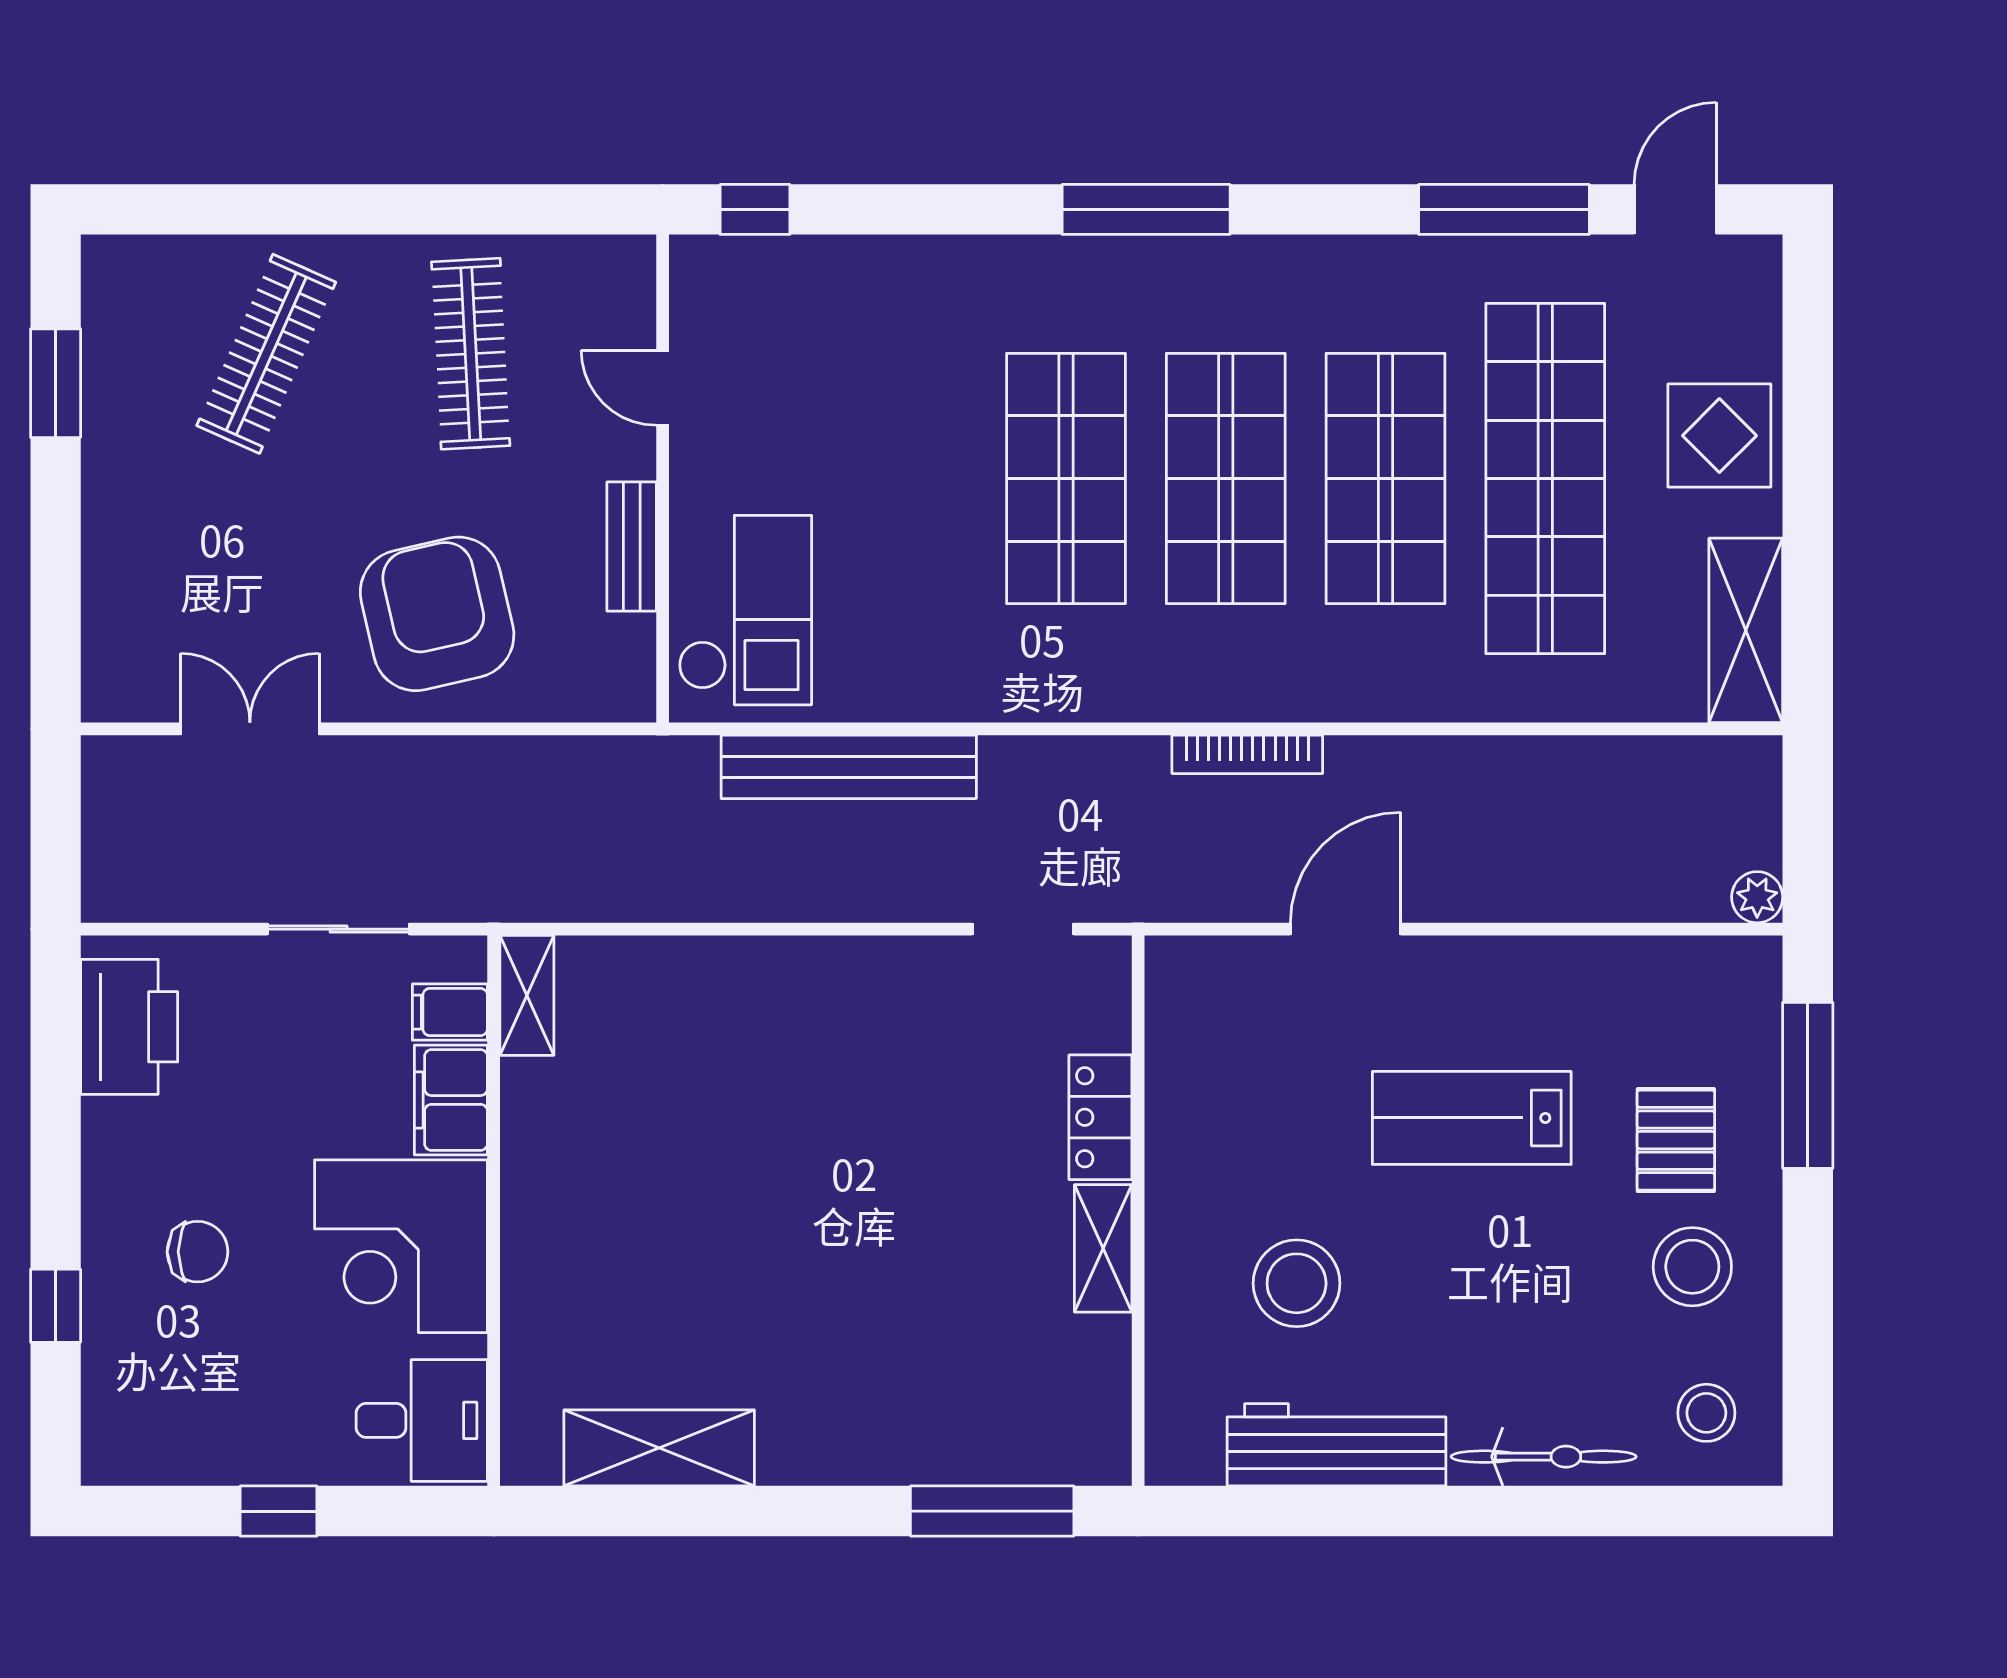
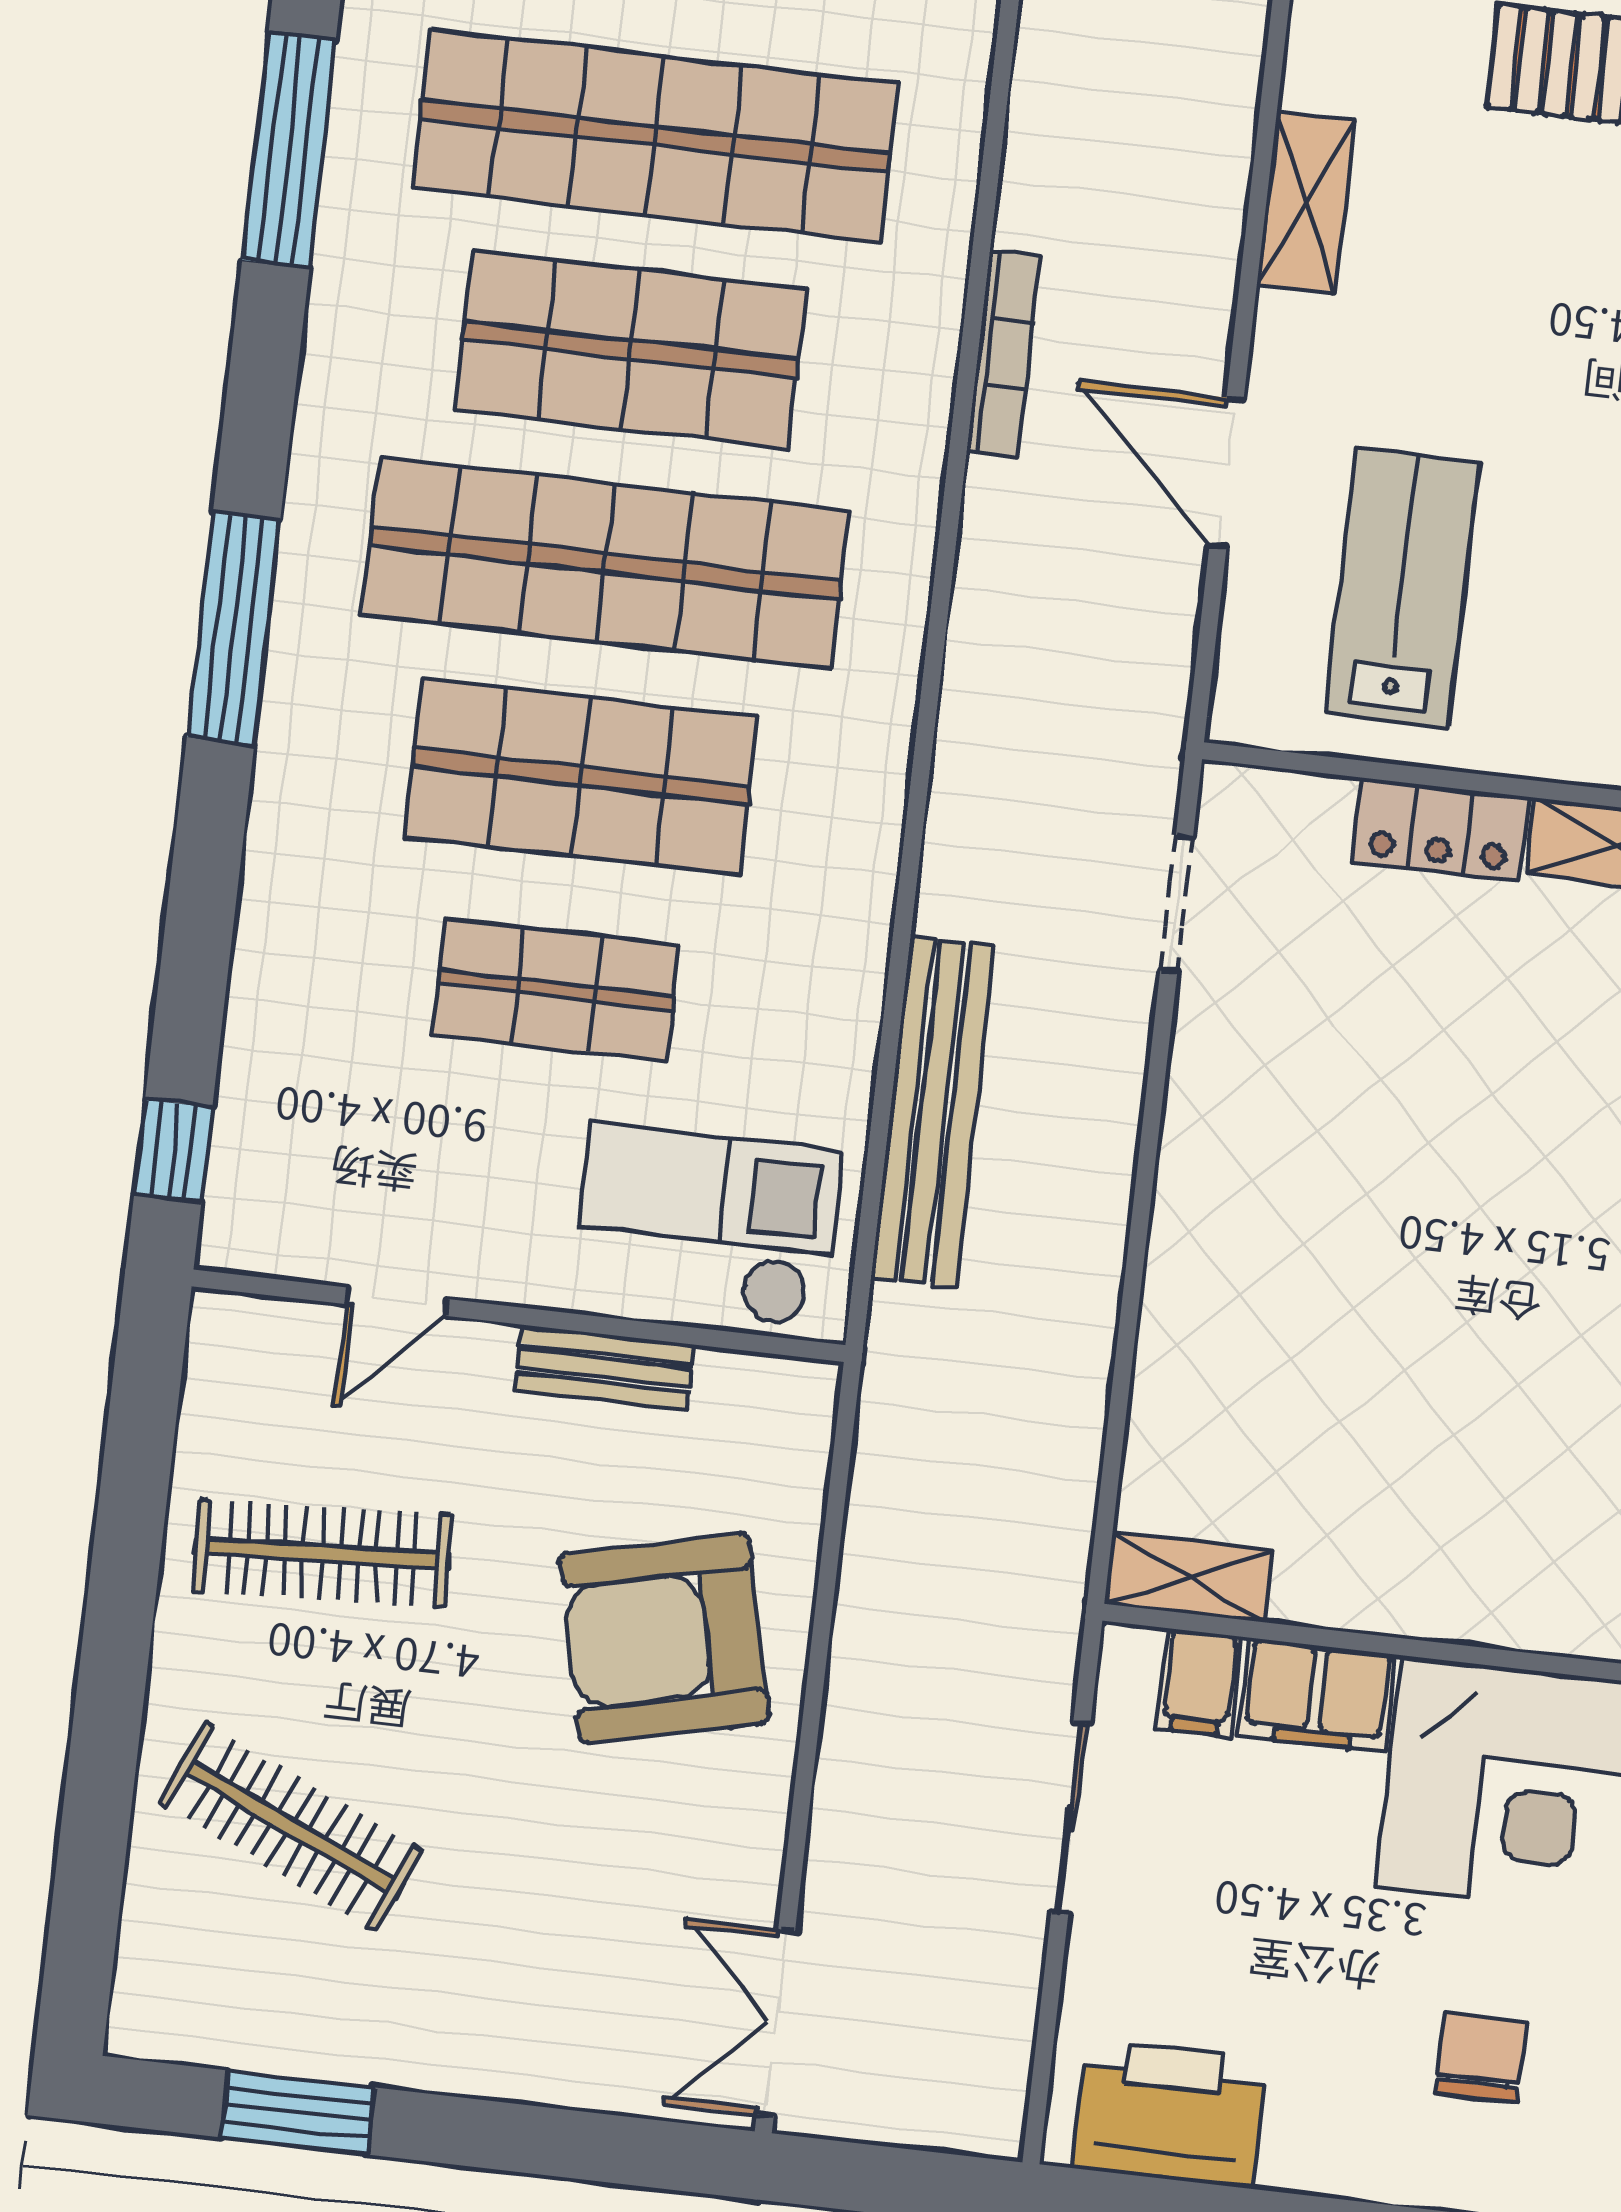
shop shelf: (906, 478) -> (556, 990), added
shop shelf: (1226, 478) -> (606, 563), width x1.40
double door: (250, 729) -> (776, 2023), moved
bookcase: (1247, 754) -> (1004, 354), moved
shelving: (1552, 965) -> (1306, 203), added
lab bench: (1472, 1118) -> (1402, 588), moved, turned 180

